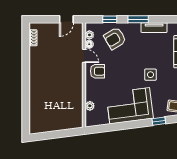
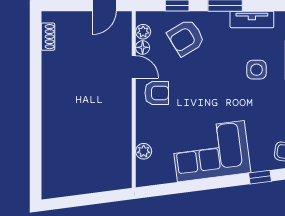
side table: (150, 75) -> (256, 70), moved

